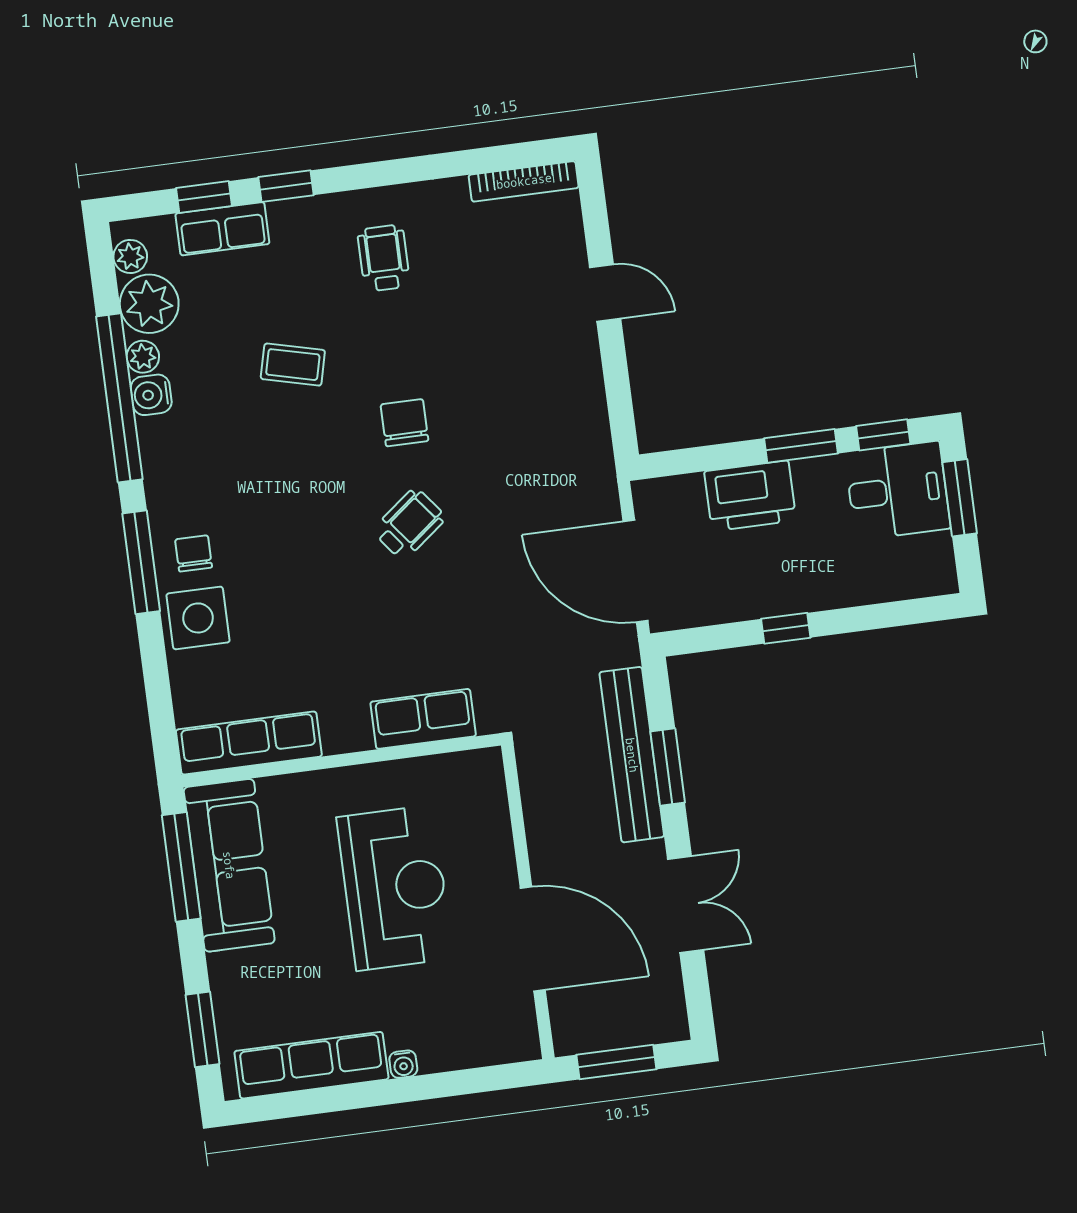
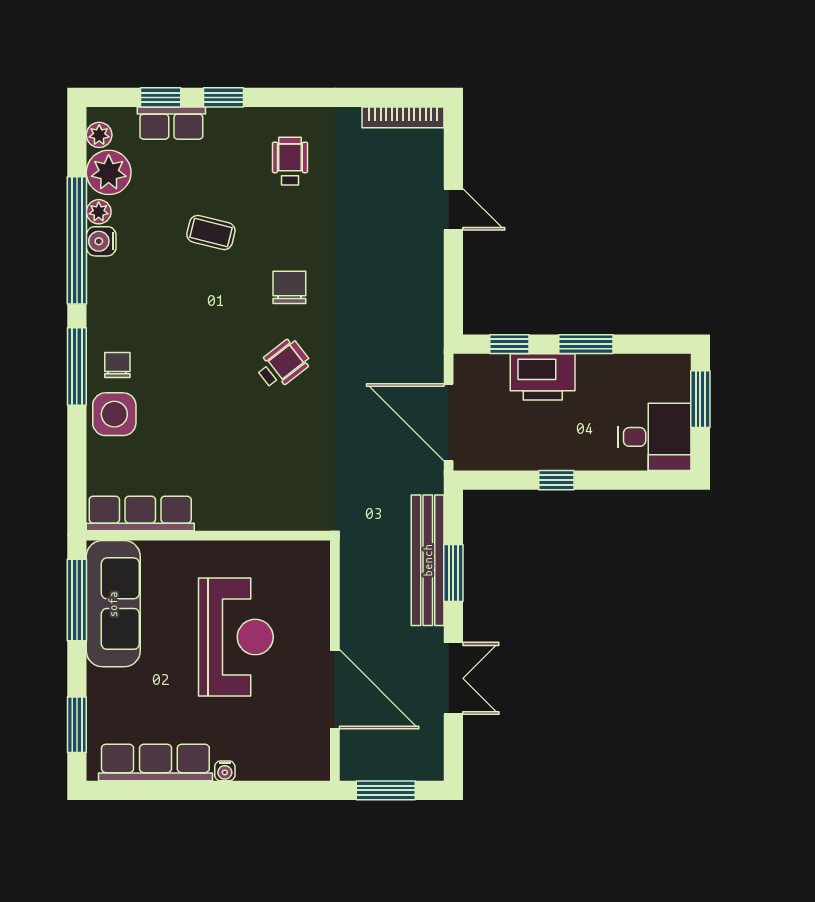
window: (883, 435) -> (509, 344), moved
desk: (898, 491) -> (654, 437), moved
row of seats: (423, 719) -> (274, 513), removed

